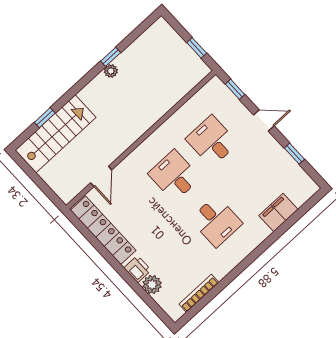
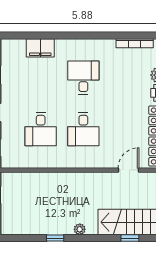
plant: (111, 71) -> (80, 229), moved

